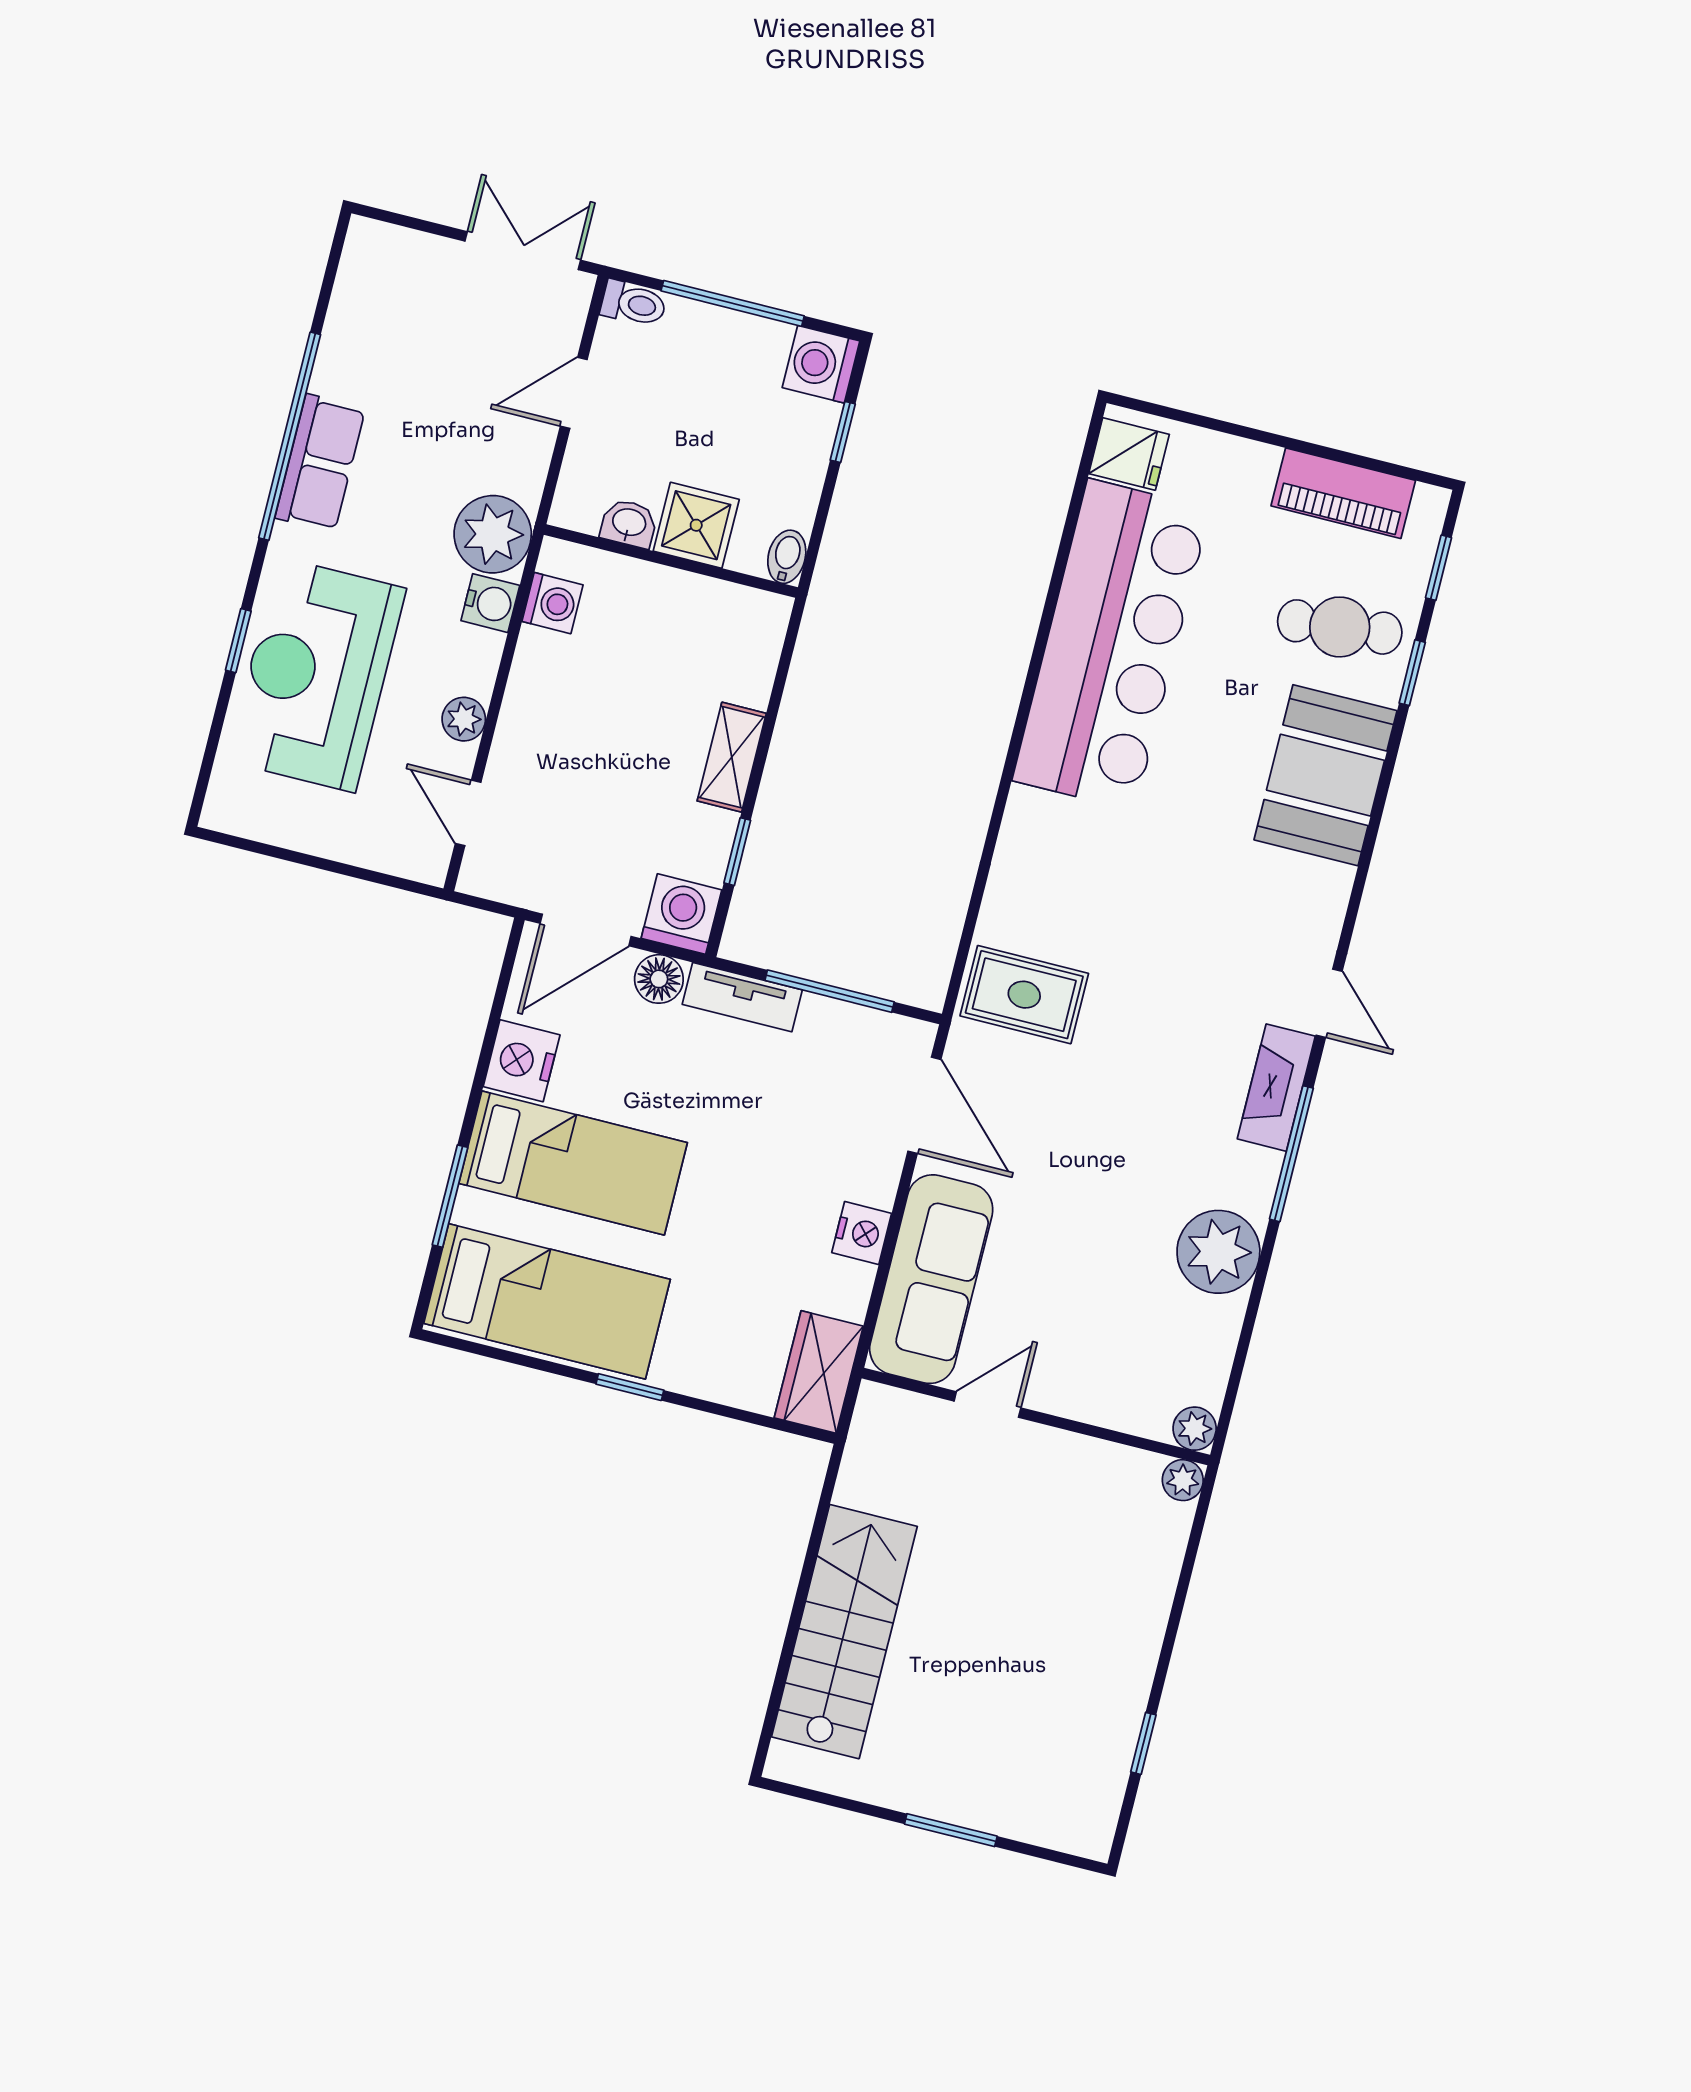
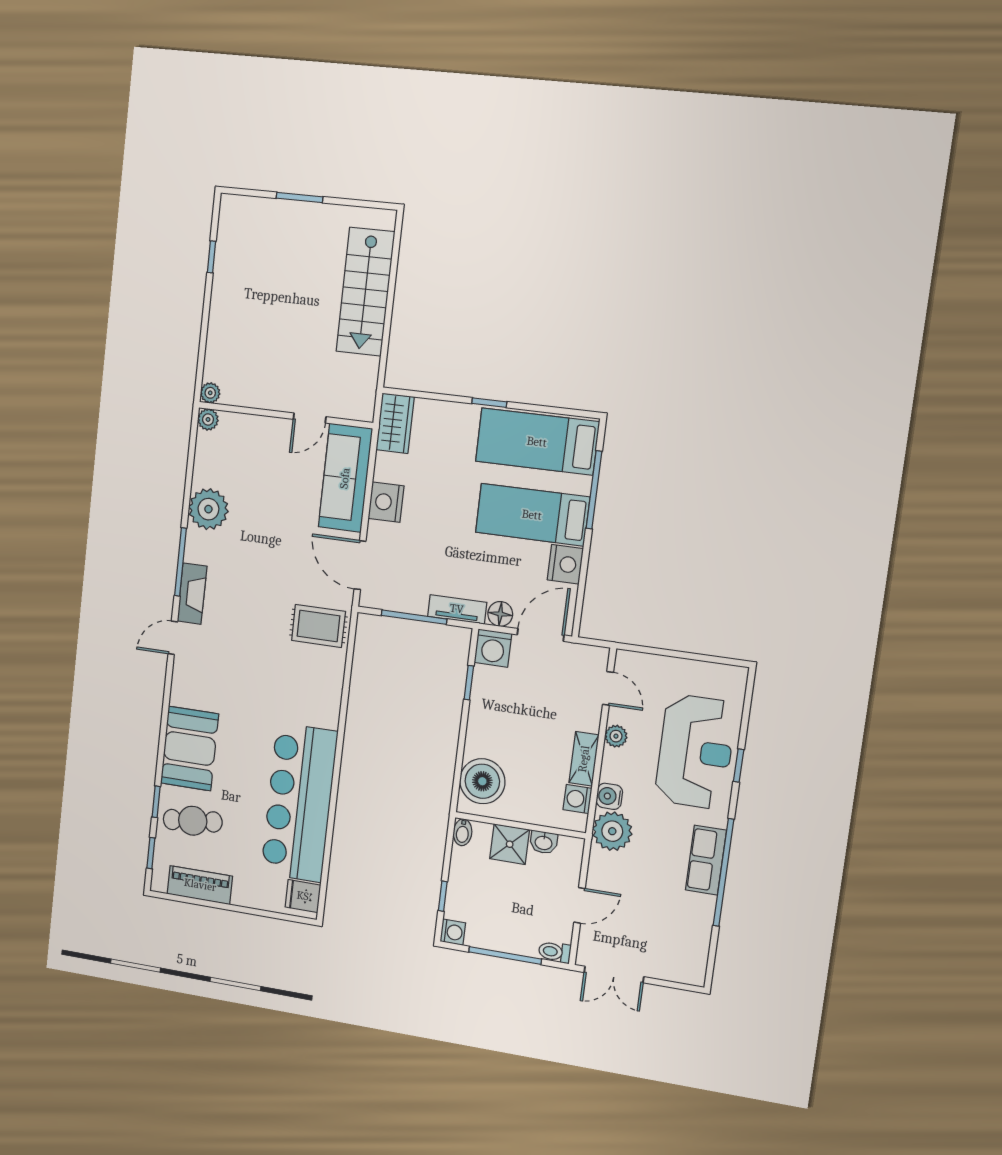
washing machine: (821, 364) -> (453, 932), width x0.73, depth x0.73
boiler: (735, 655) -> (482, 781), added
shelving: (732, 757) -> (584, 759), moved
door: (1329, 1003) -> (173, 638), hinge flipped
window: (450, 1196) -> (594, 490), width x1.44
nightstand: (862, 1233) -> (386, 502), width x1.36, depth x1.33

